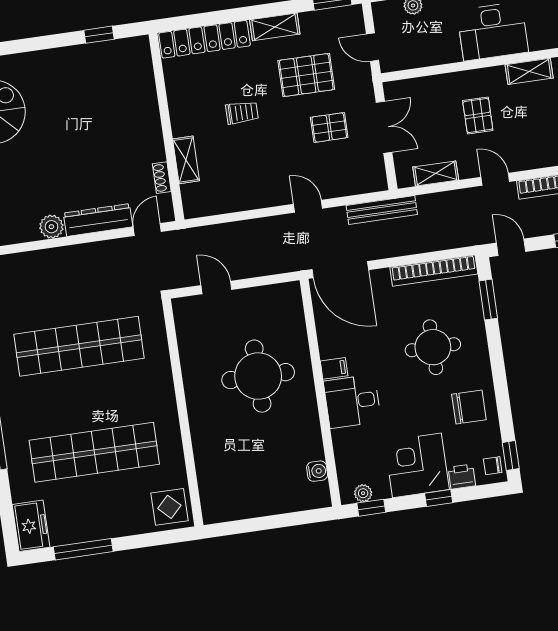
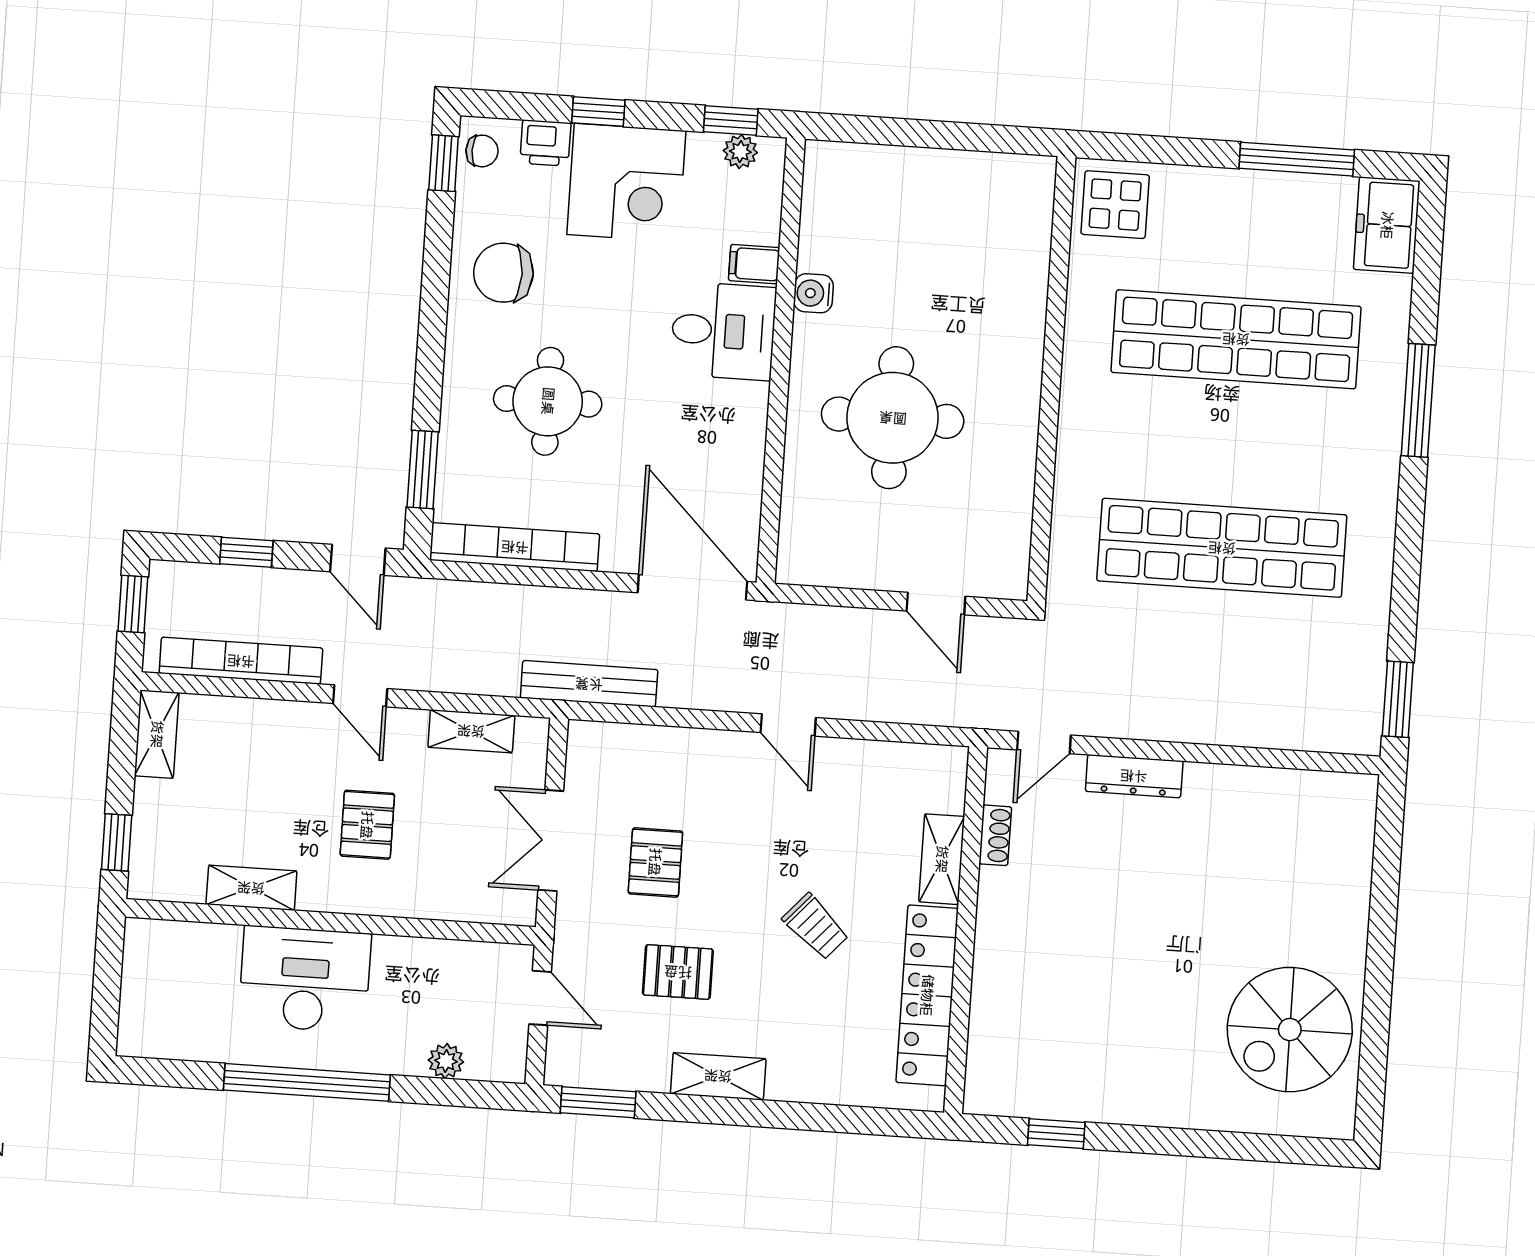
locker: (204, 39) -> (927, 995), moved, turned -90
pallet: (306, 75) -> (678, 972), width x0.67, depth x0.71
trolley: (242, 113) -> (816, 927), turned -138
pallet: (329, 127) -> (655, 862), turned 90
door: (308, 206) -> (788, 725), moved
dresser: (98, 220) -> (1134, 776), width x0.73, depth x0.80
plant: (51, 227) -> (1225, 787), removed
filing cabinet: (334, 368) -> (754, 264), moved
water cooler: (317, 471) -> (813, 293), moved

